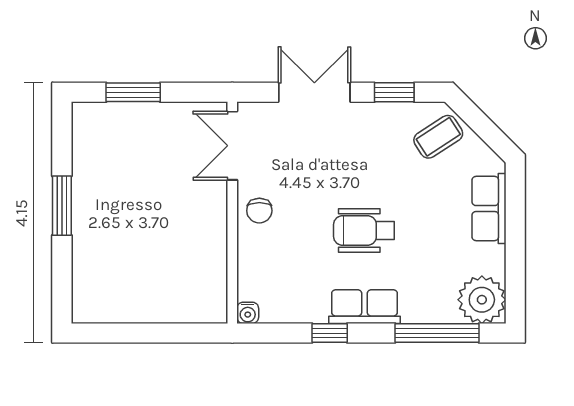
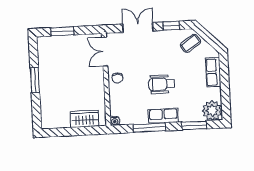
wardrobe: (176, 304) -> (85, 119), added
window: (330, 333) -> (149, 128), width x2.17
window: (437, 333) -> (194, 125), width x0.69

